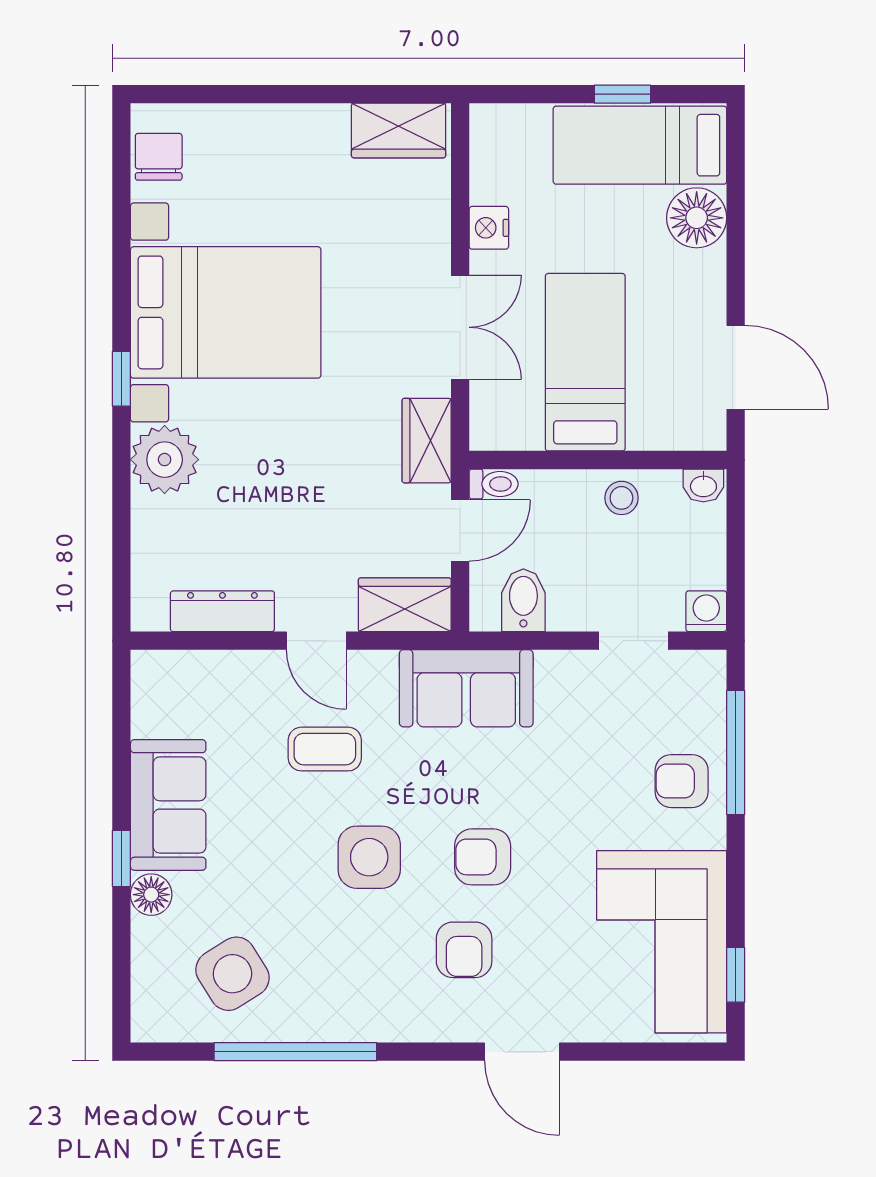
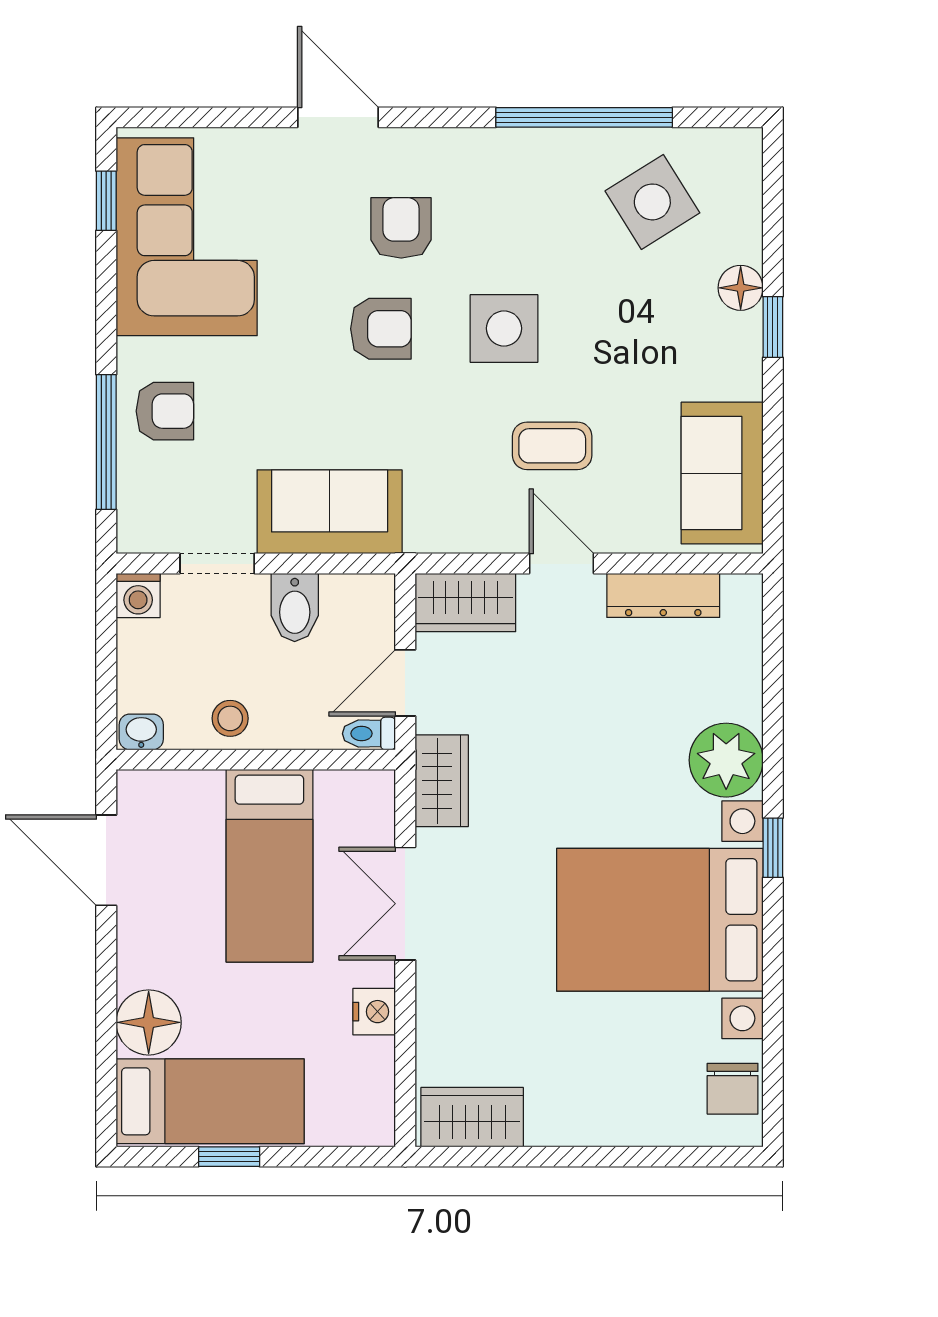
bidet: (523, 600) -> (295, 607), moved
sofa: (466, 688) -> (330, 512), moved
sofa: (168, 805) -> (722, 473), moved

